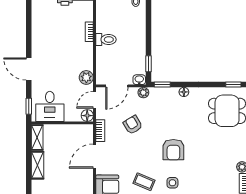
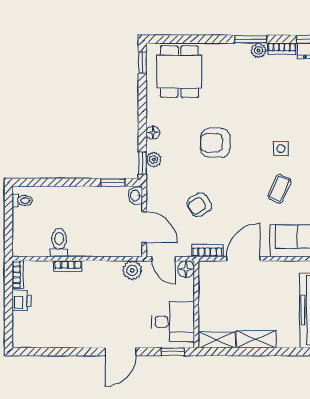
toilet: (106, 39) -> (59, 243), moved
plant: (143, 93) -> (154, 160), moved
armchair: (173, 150) -> (215, 143), moved, turned 180
door: (95, 156) -> (243, 259), swing flipped

